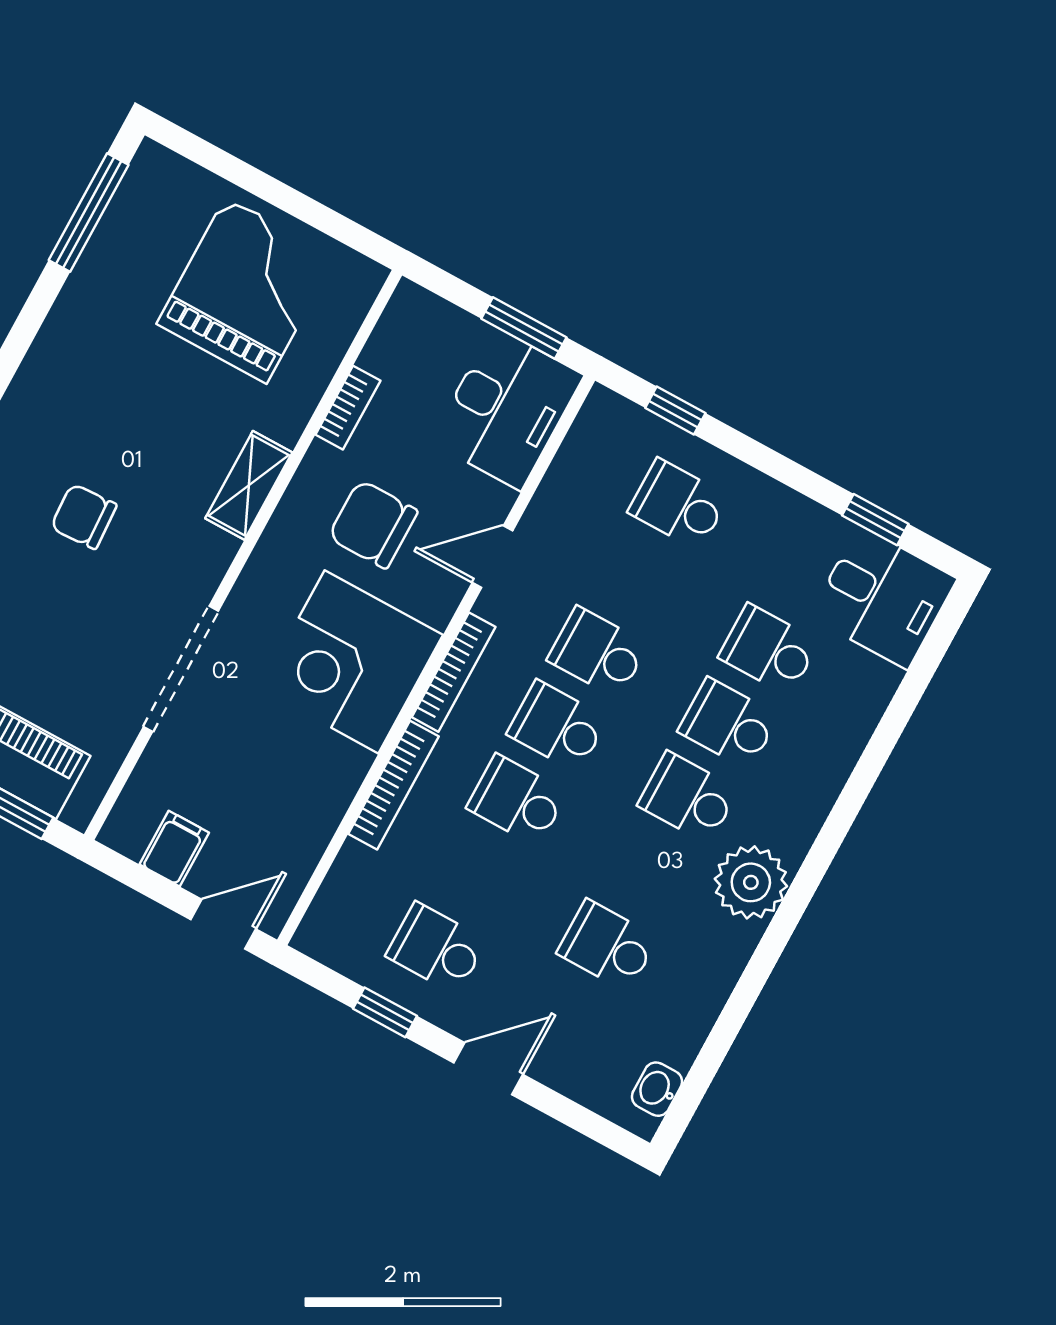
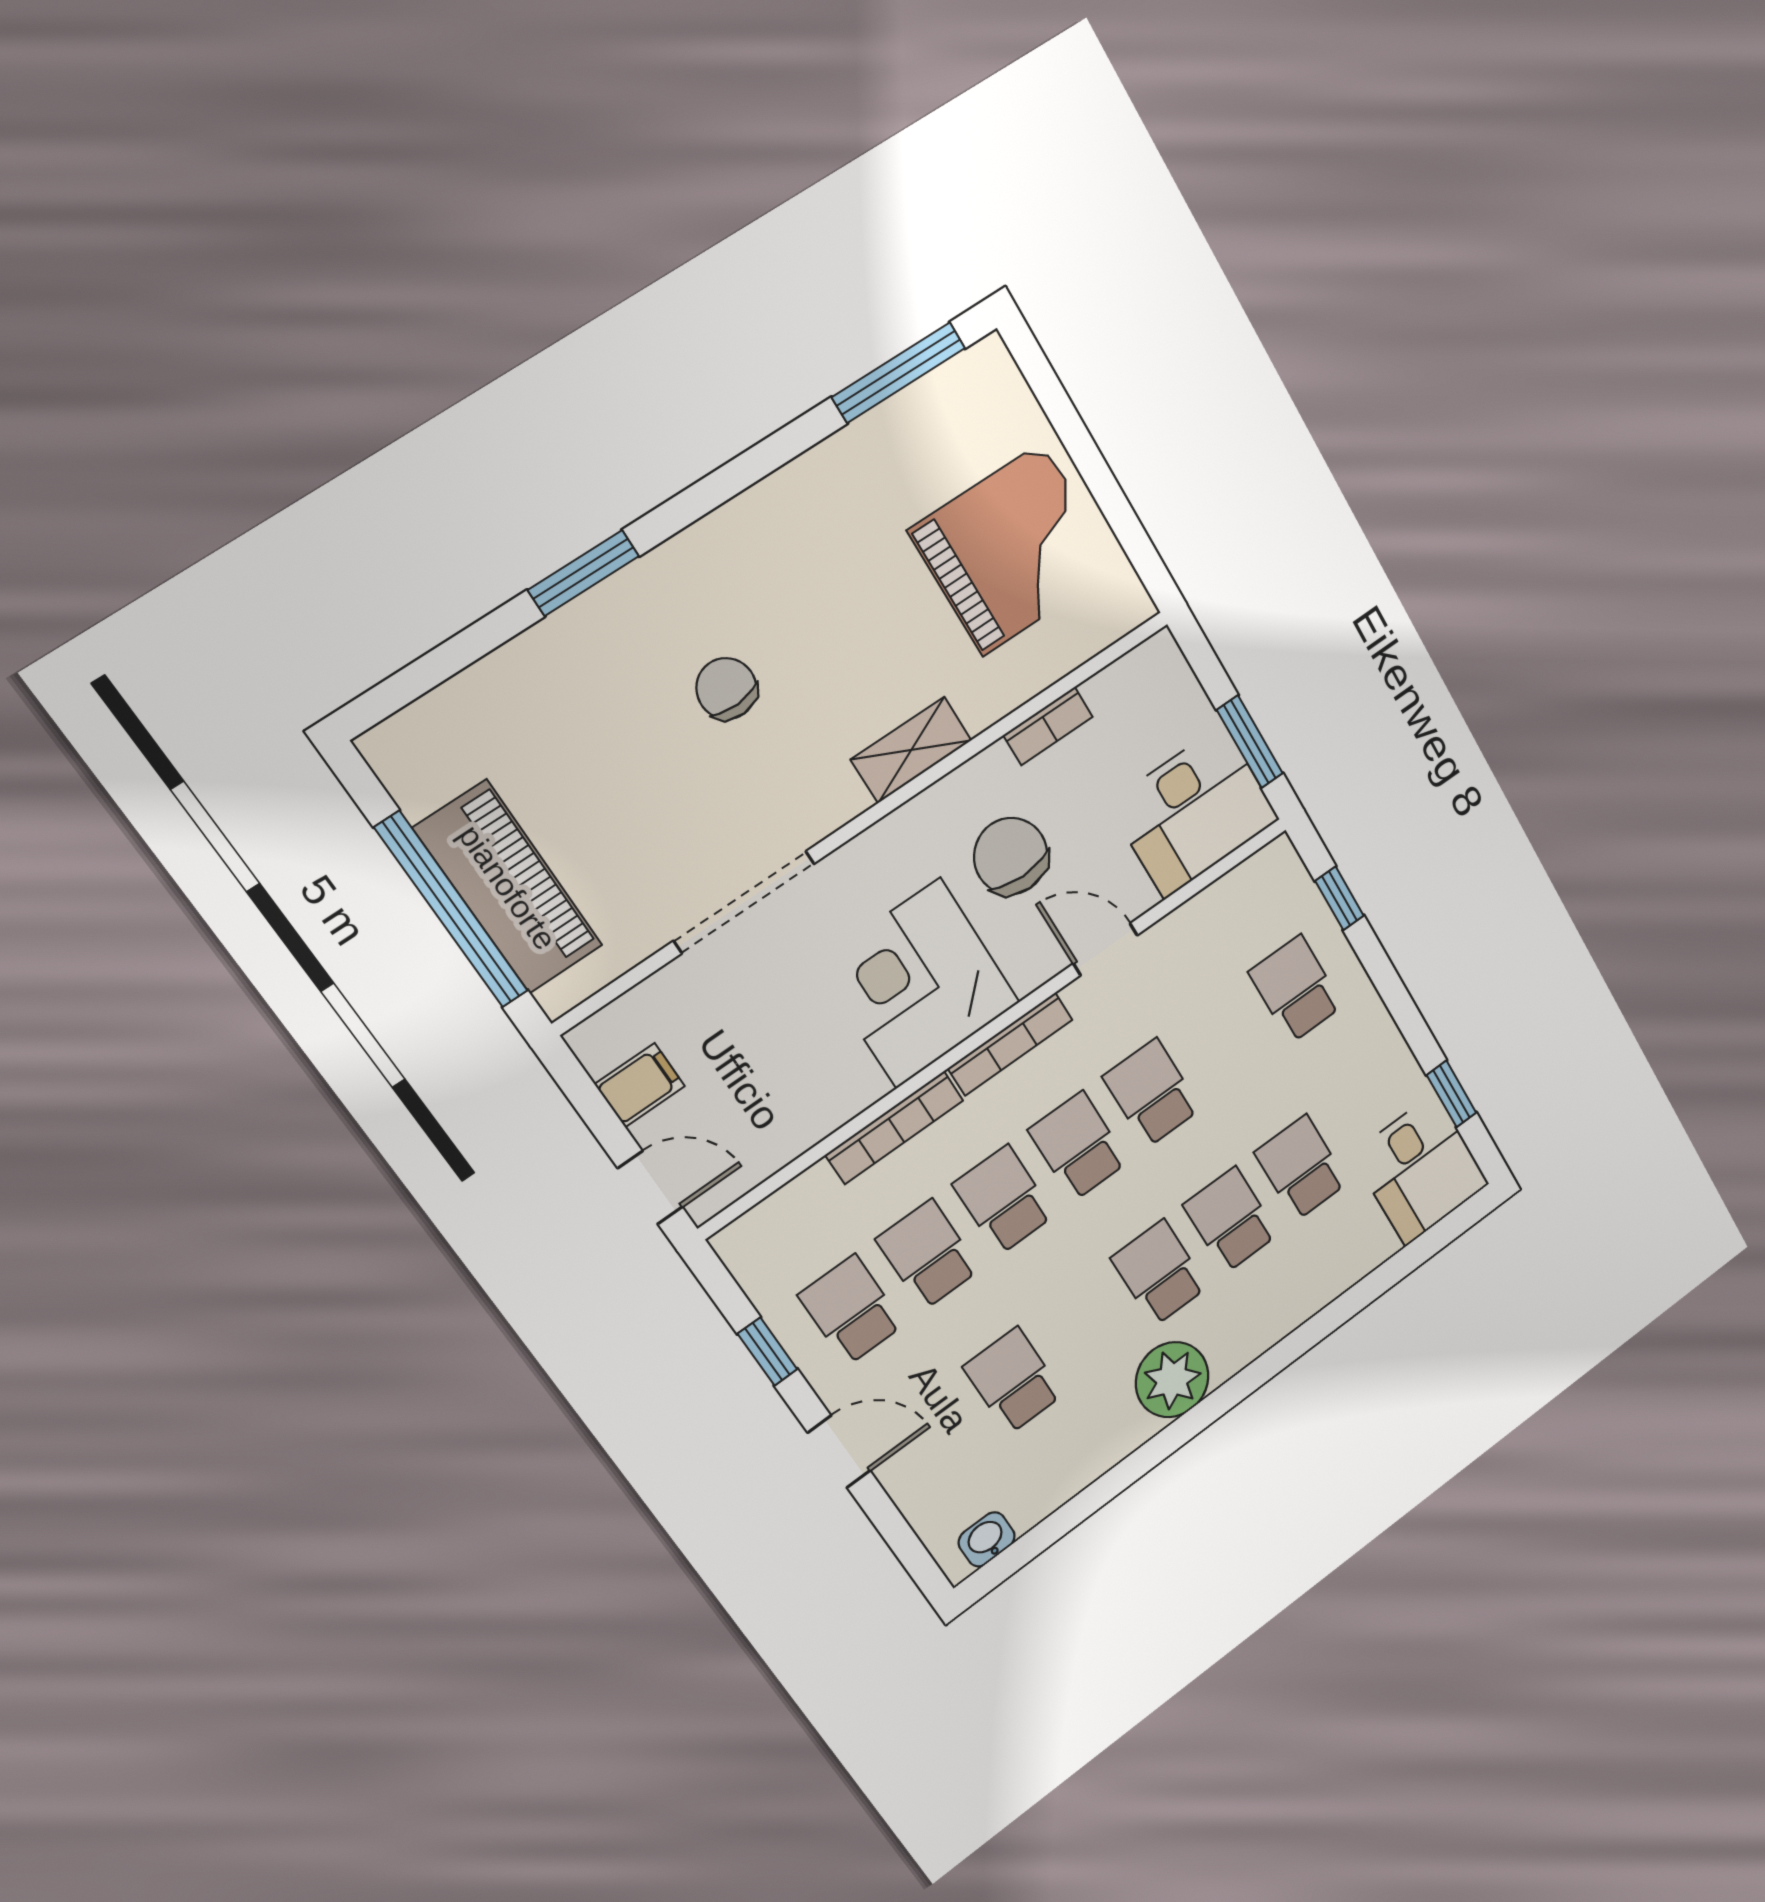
school desk: (477, 874) -> (928, 1255), added

